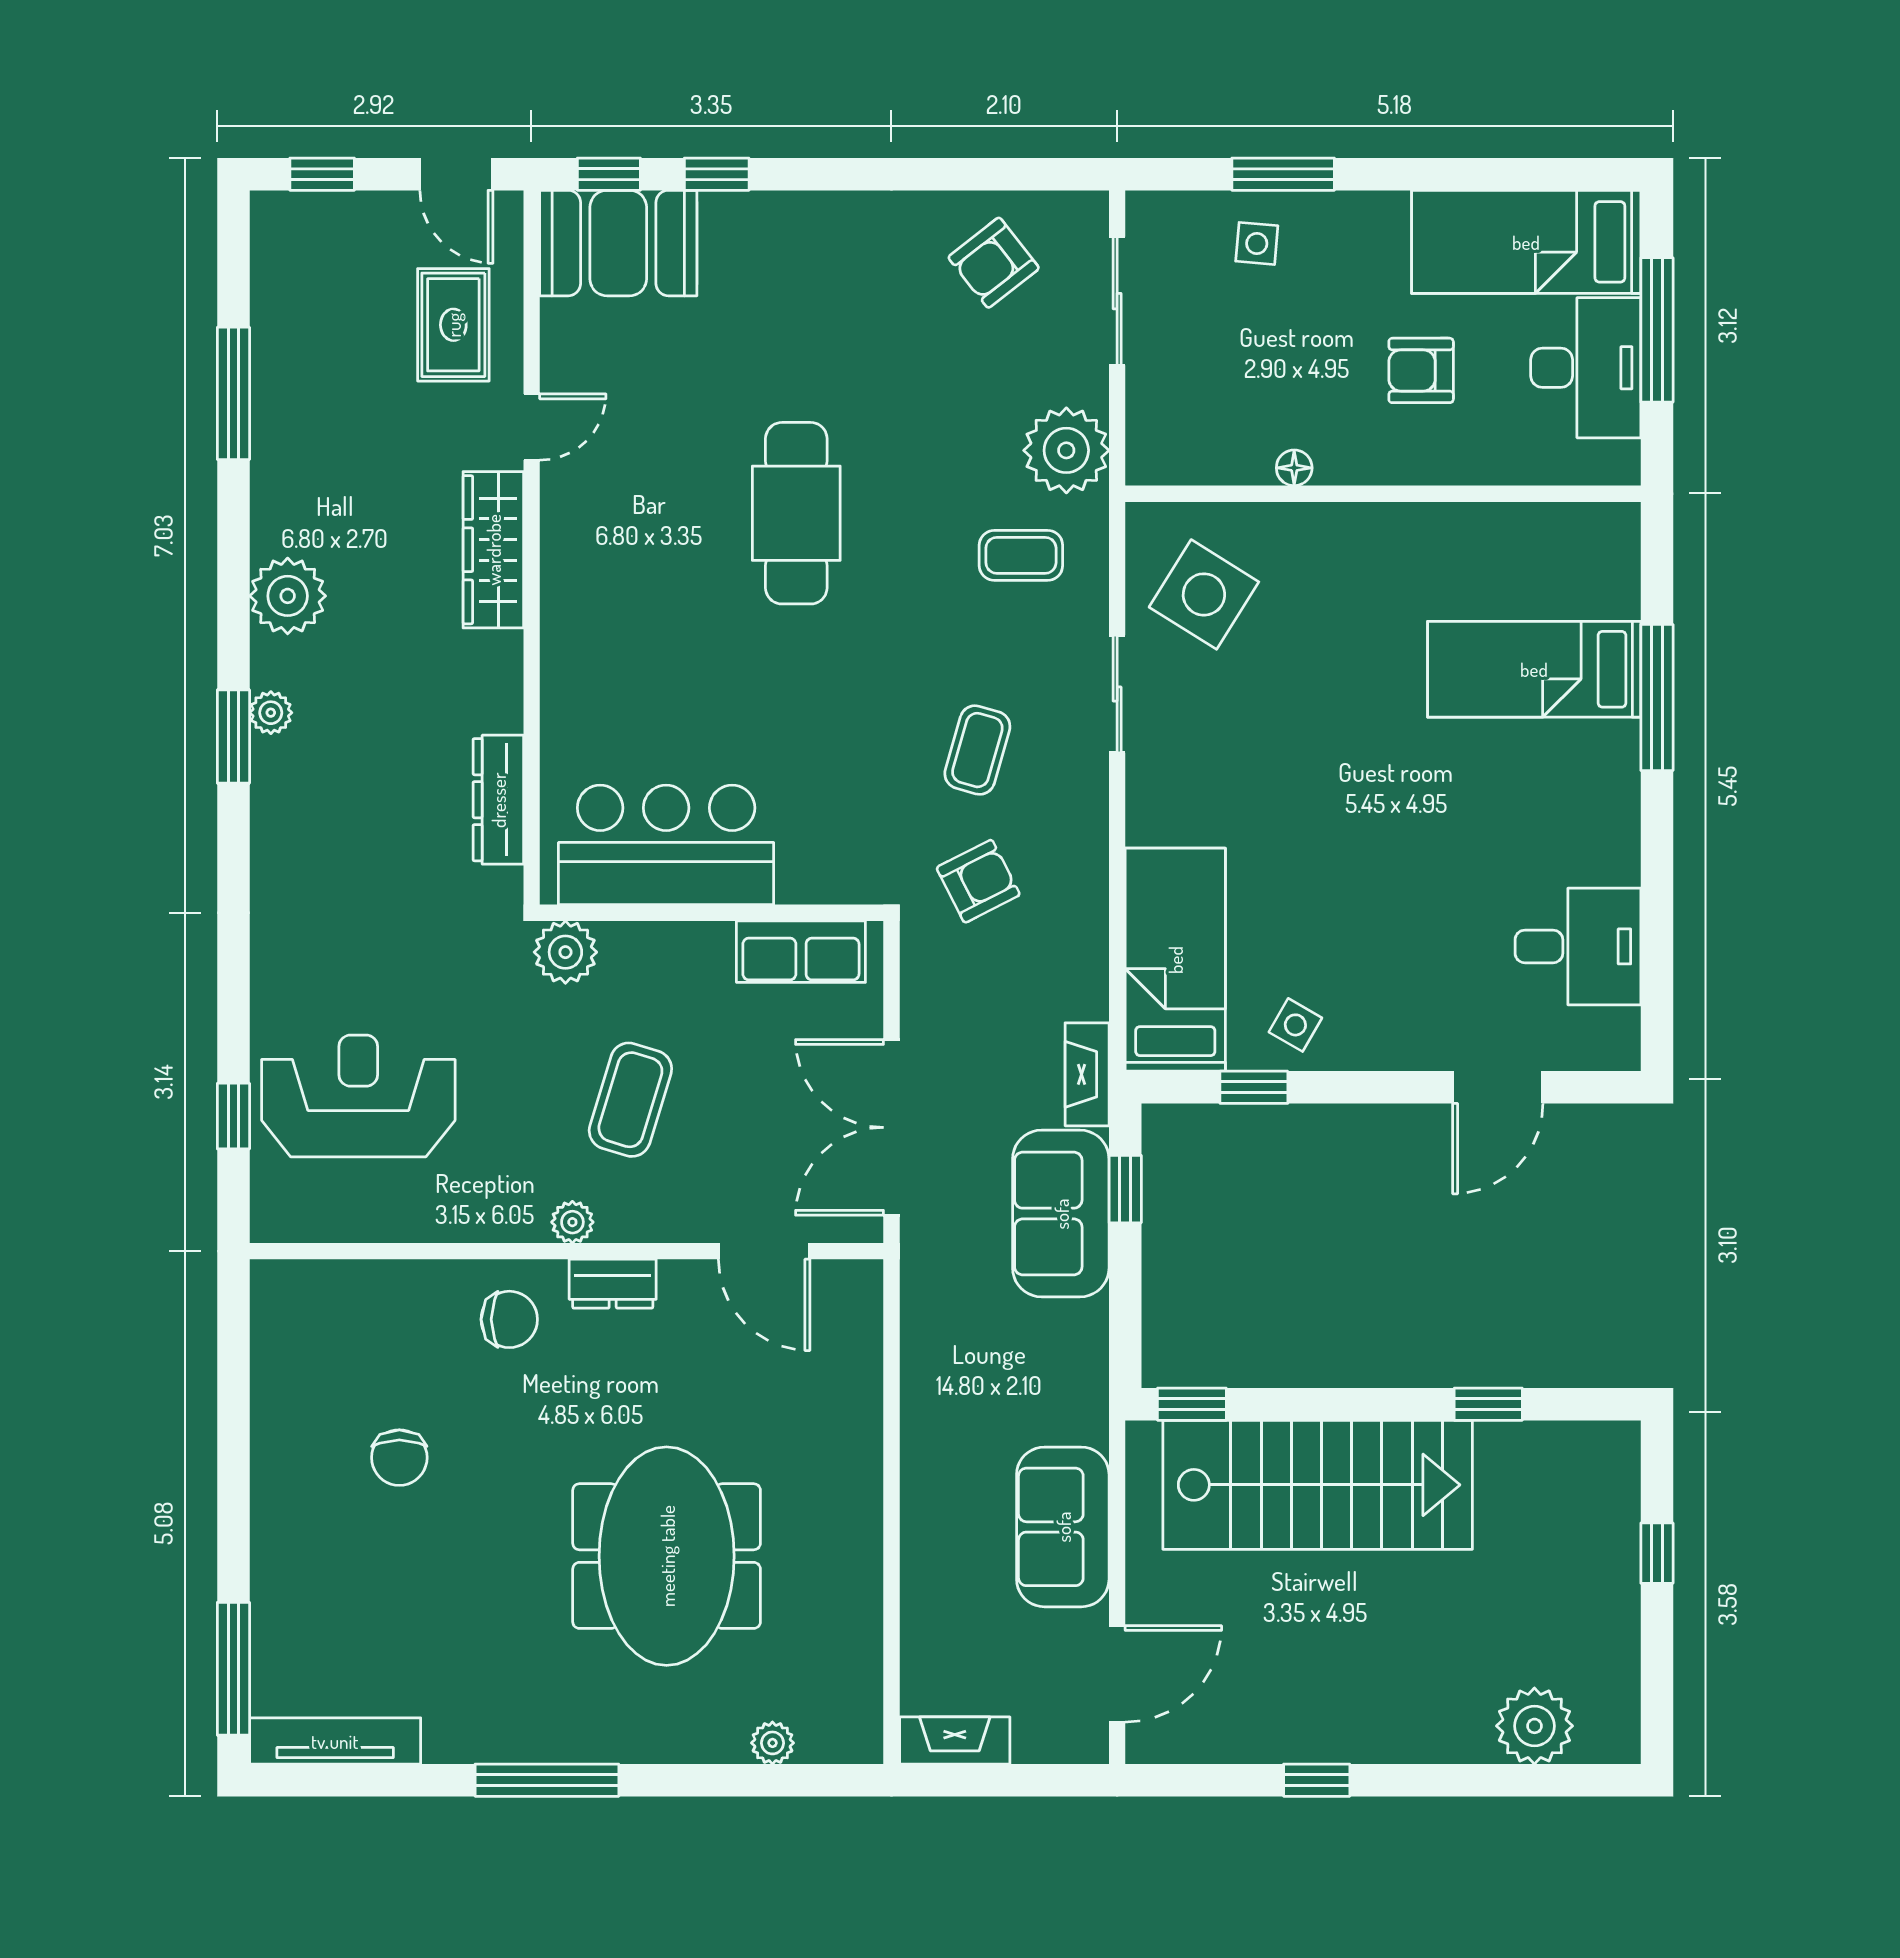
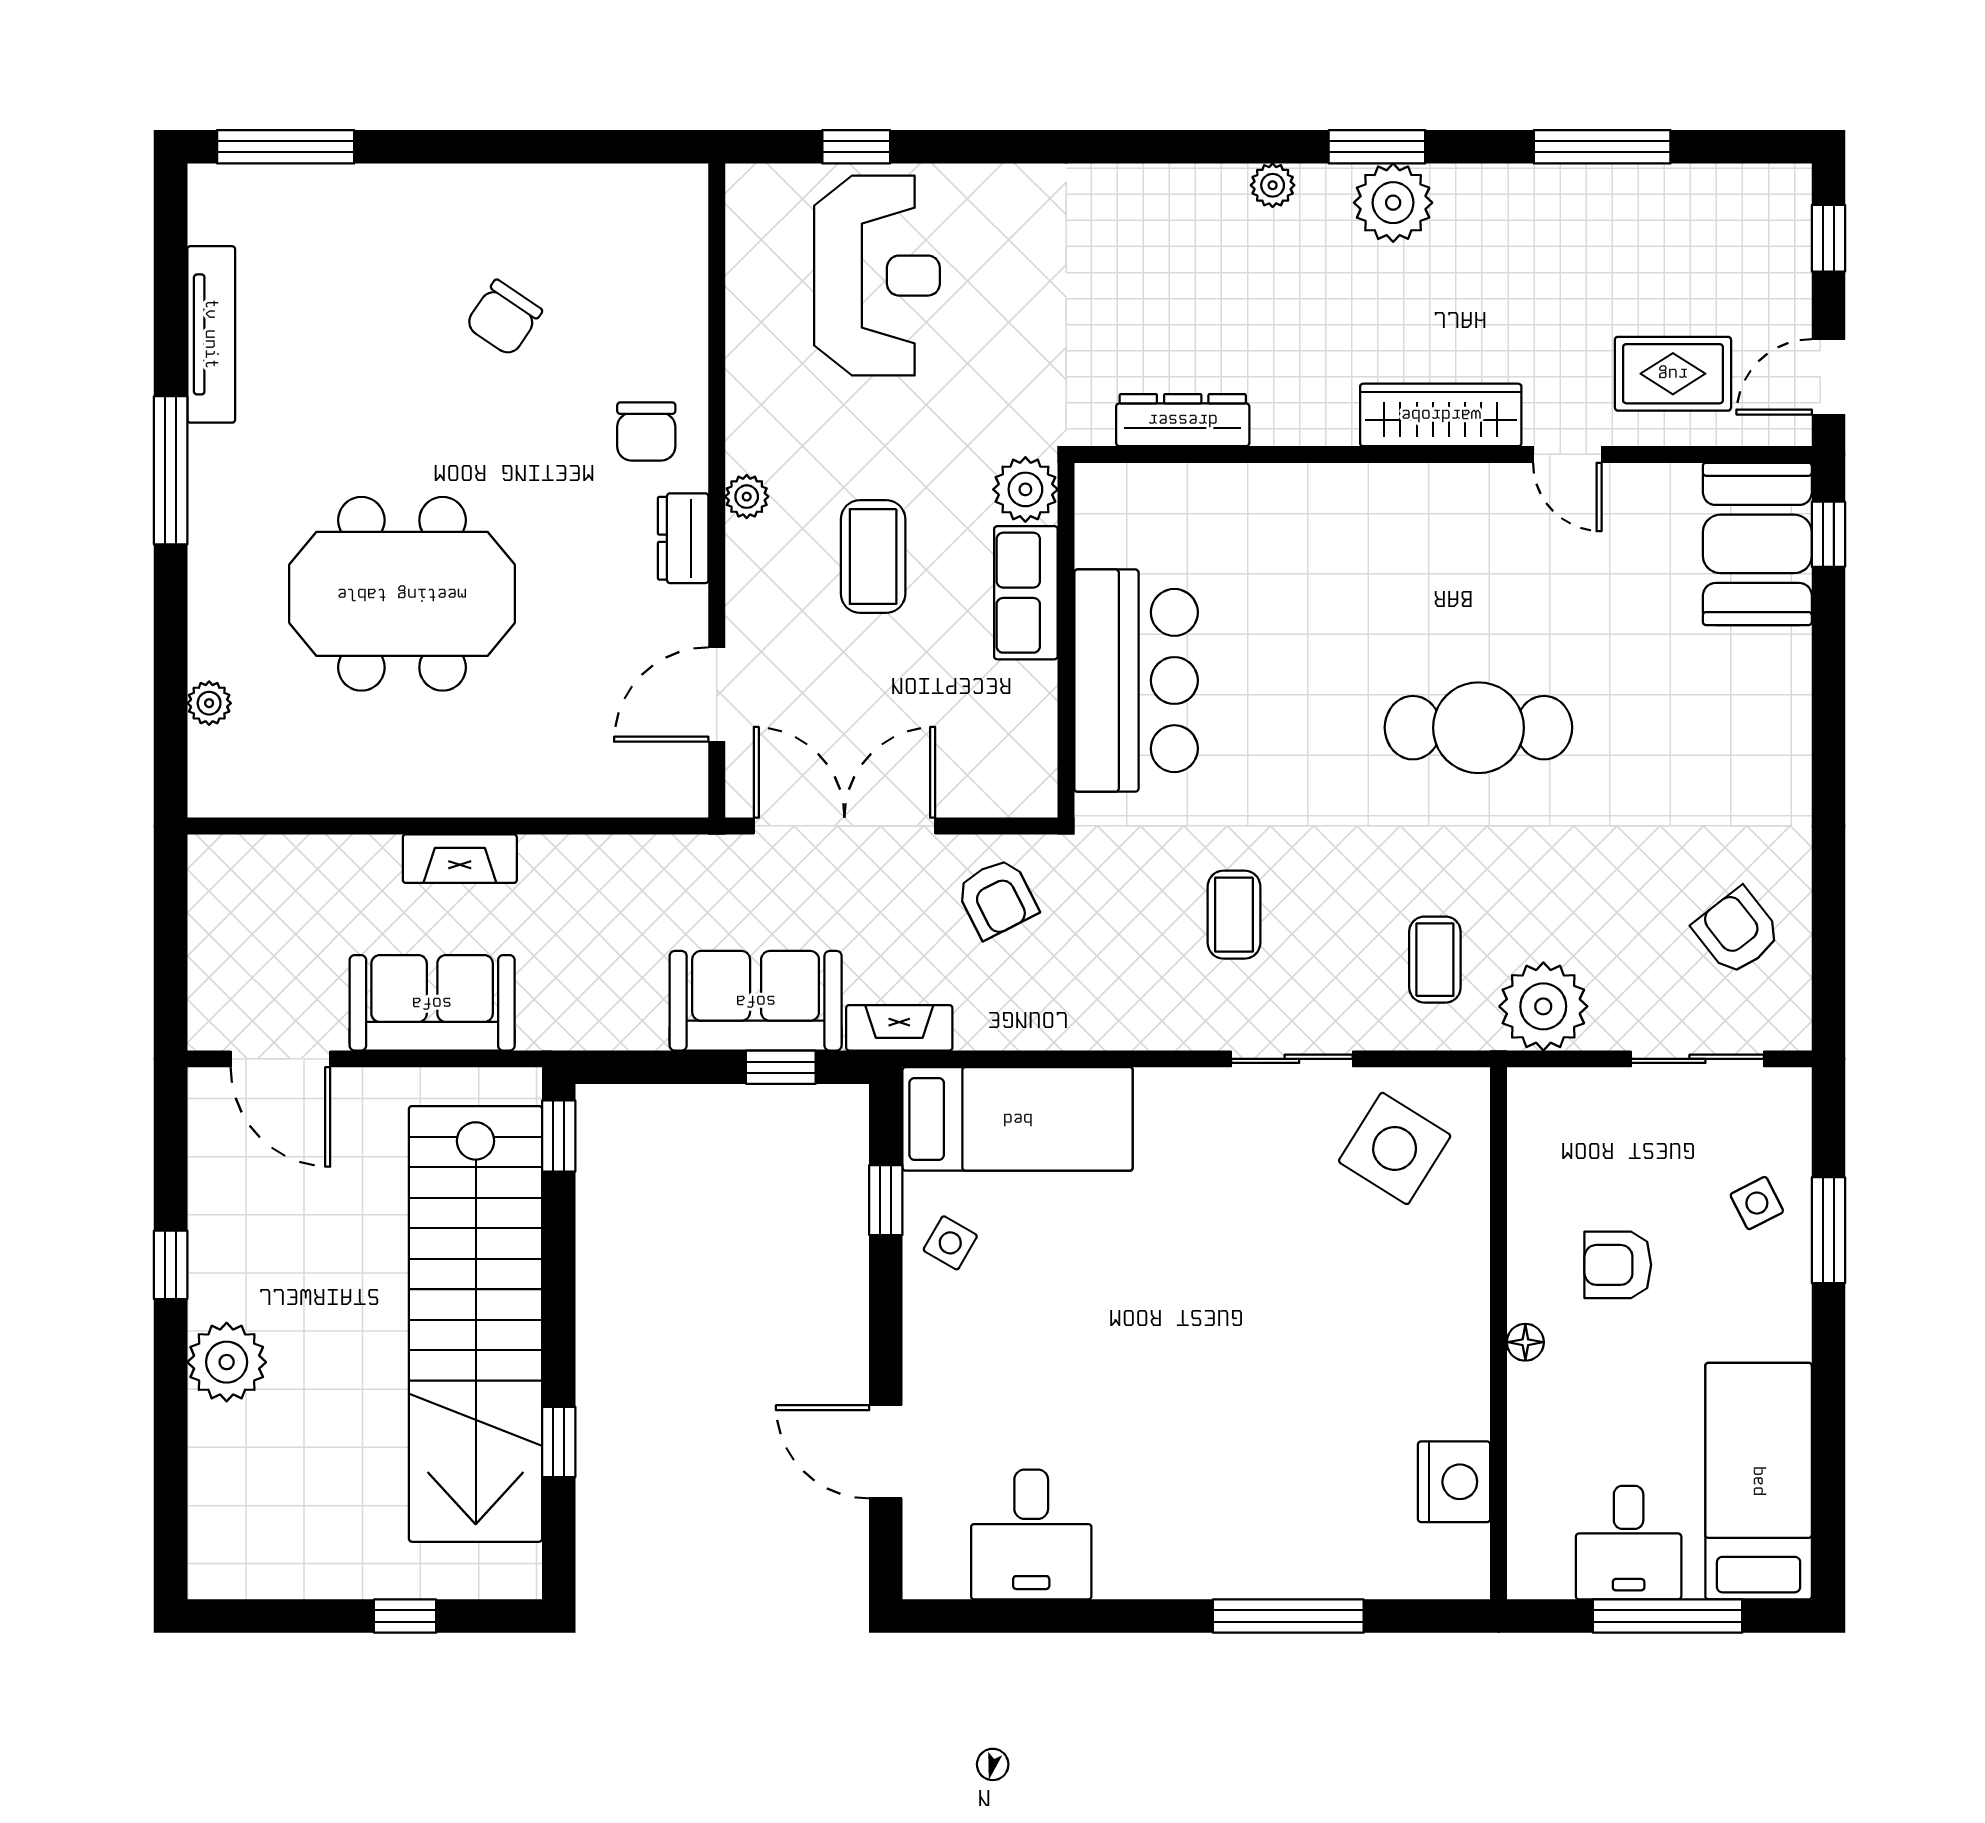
window: (717, 174) -> (1828, 646), removed
side table: (1257, 243) -> (1757, 1203), turned -32
desk: (1586, 368) -> (1629, 1543), width x0.73
armchair: (1421, 370) -> (1618, 1265), moved, turned -90
floor lamp: (1294, 468) -> (1525, 1342), moved
nightstand: (1527, 537) -> (1454, 1482), added
bed: (1534, 669) -> (1317, 1489), removed
window: (233, 737) -> (1377, 147), moved
coffee table: (977, 750) -> (1234, 915), turned 74
bar counter: (666, 845) -> (1136, 681), moved
armchair: (978, 881) -> (997, 898), moved
row of seats: (801, 952) -> (1026, 593), moved
coffee table: (630, 1100) -> (873, 556), turned 73
chair: (399, 1458) -> (504, 318), turned -56
stairs: (1318, 1485) -> (476, 1324), width x1.36
plant: (1534, 1726) -> (227, 1362), moved
tv unit: (335, 1741) -> (211, 334), moved
fireplace: (955, 1741) -> (460, 859), moved, turned 90

